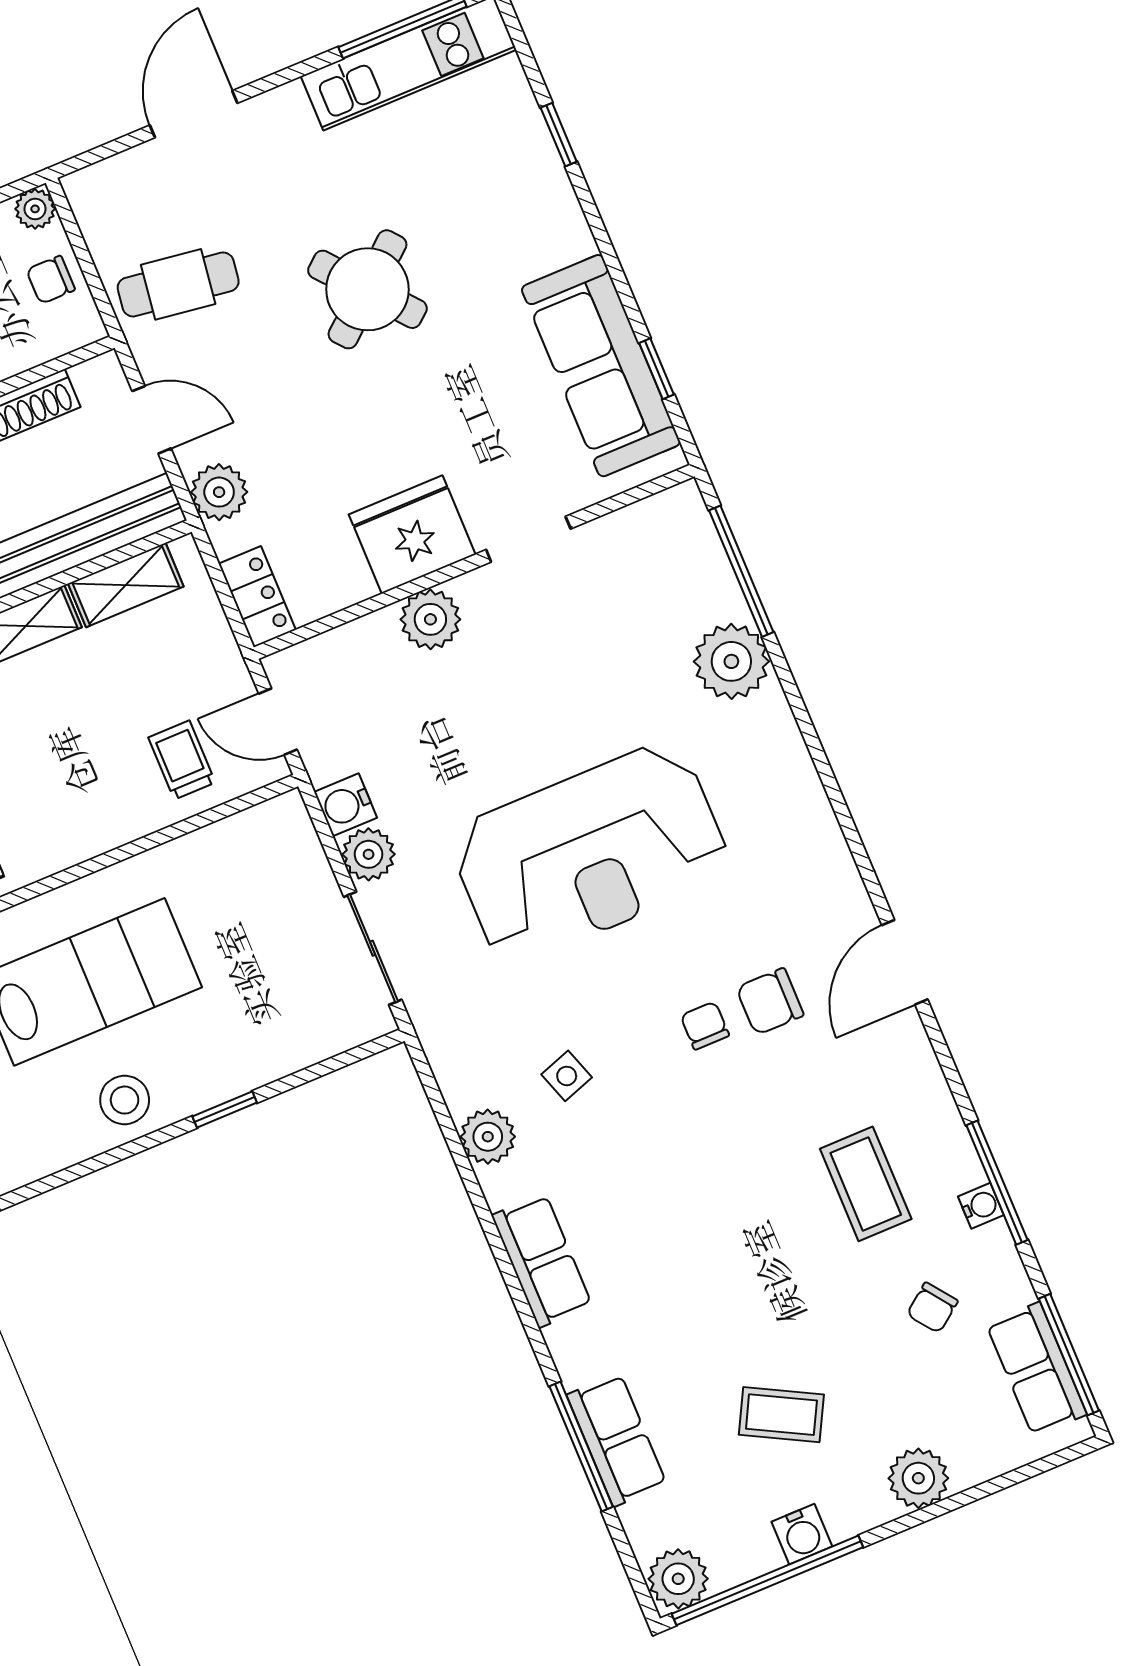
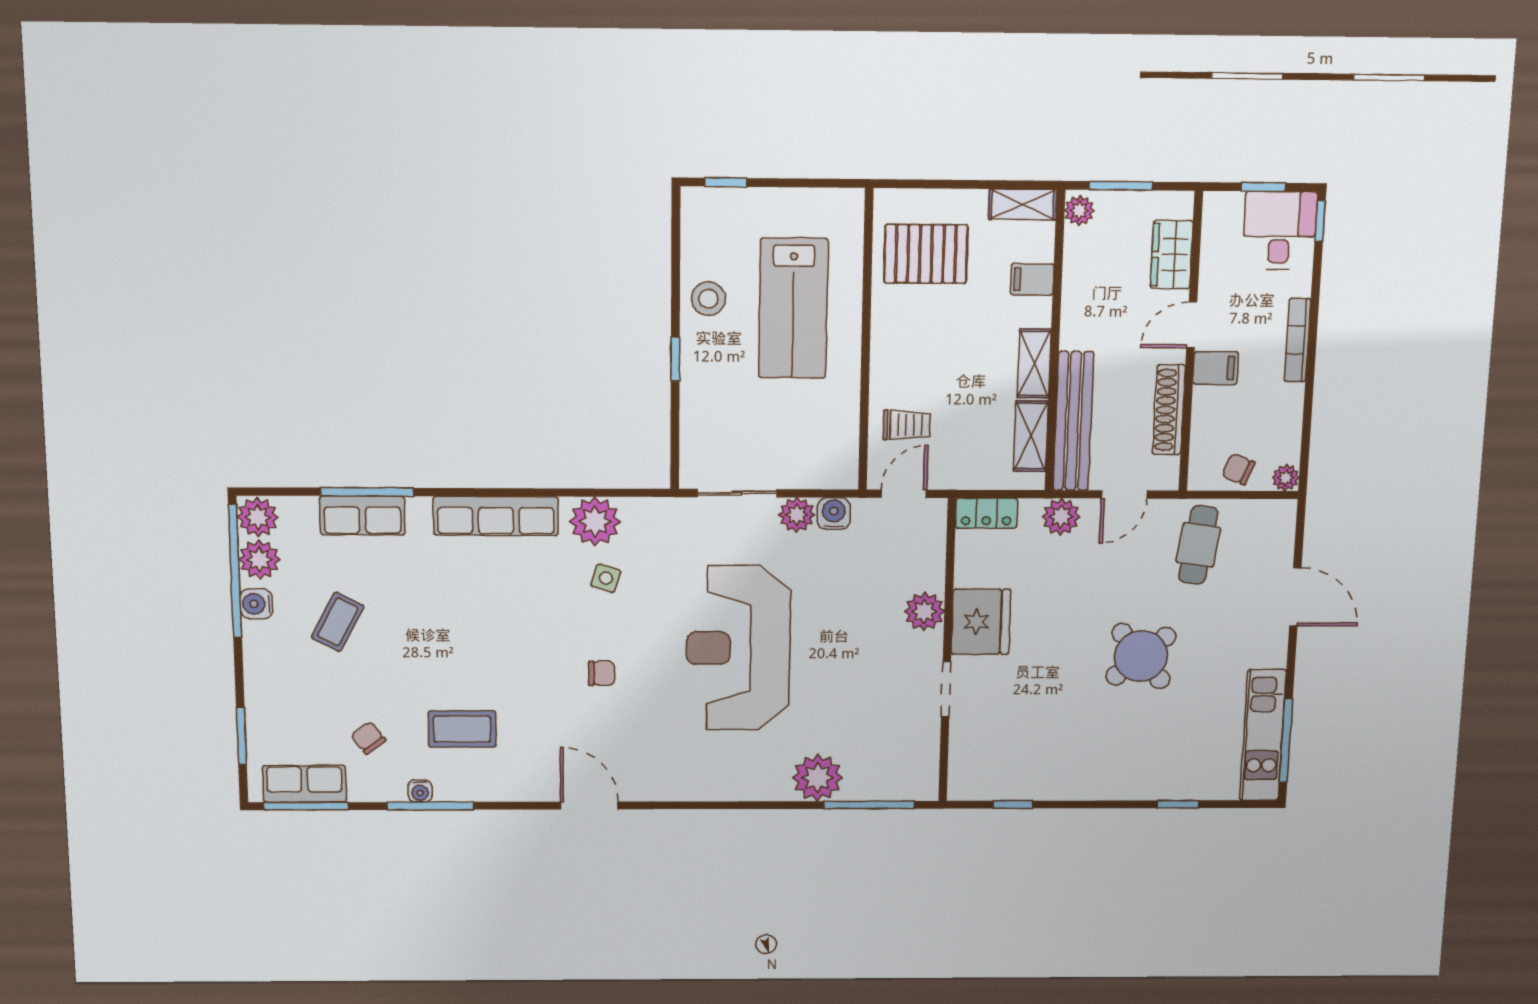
chair: (51, 280) -> (1238, 469), turned -68
sofa: (601, 366) -> (1030, 773), removed
chair: (770, 1001) -> (600, 718), removed
side table: (567, 1076) -> (606, 578), turned 37
plant: (488, 1137) -> (595, 521), width x1.36, depth x1.36
row of seats: (542, 1261) -> (496, 516), width x1.48
plant: (918, 1478) -> (259, 560), moved
window: (1002, 1482) -> (241, 736), added

